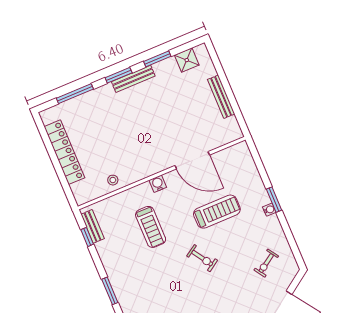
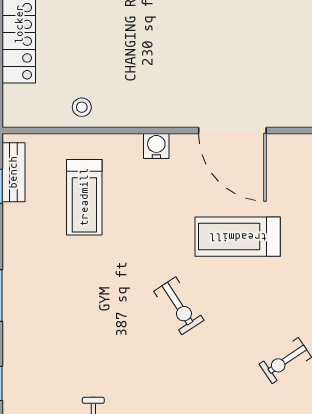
treadmill: (217, 212) -> (238, 237), turned 180
treadmill: (151, 227) -> (84, 197), moved

